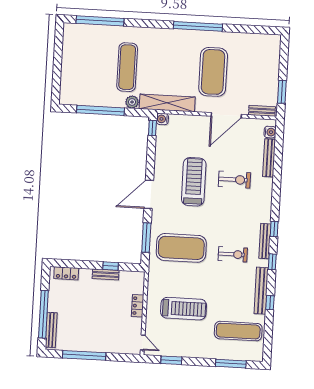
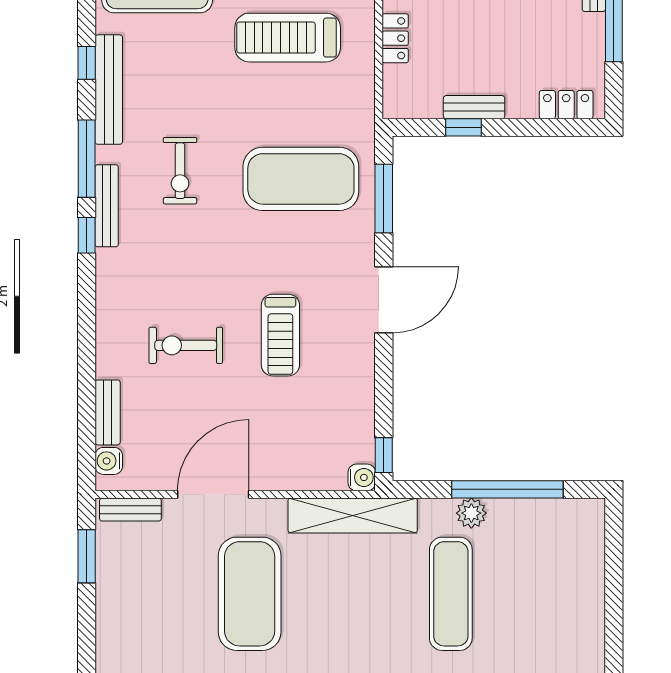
plant: (132, 102) -> (471, 513), moved
bench: (269, 158) -> (108, 412), width x0.73
treadmill: (194, 182) -> (280, 335), width x0.73, depth x0.73
exercise bike: (233, 254) -> (180, 171), turned -90
window: (272, 262) -> (87, 159), width x2.17

